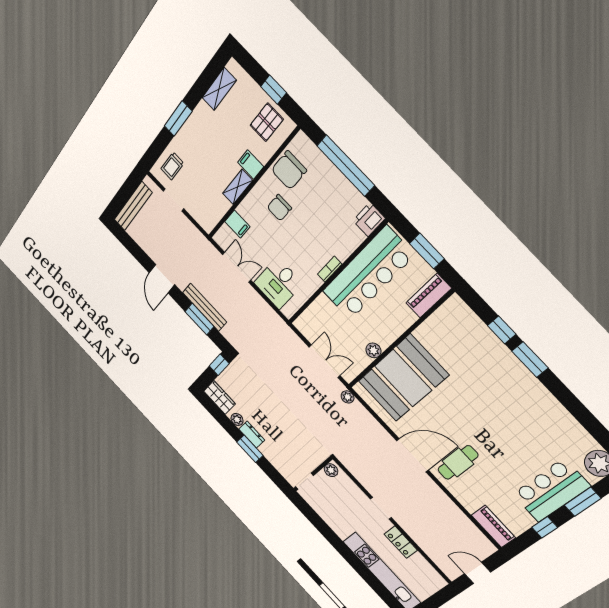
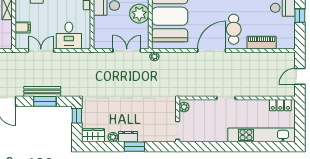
plant: (373, 350) -> (139, 14), width x1.88, depth x1.88
piano: (493, 526) -> (262, 43), moved
locker: (401, 542) -> (280, 105), moved

